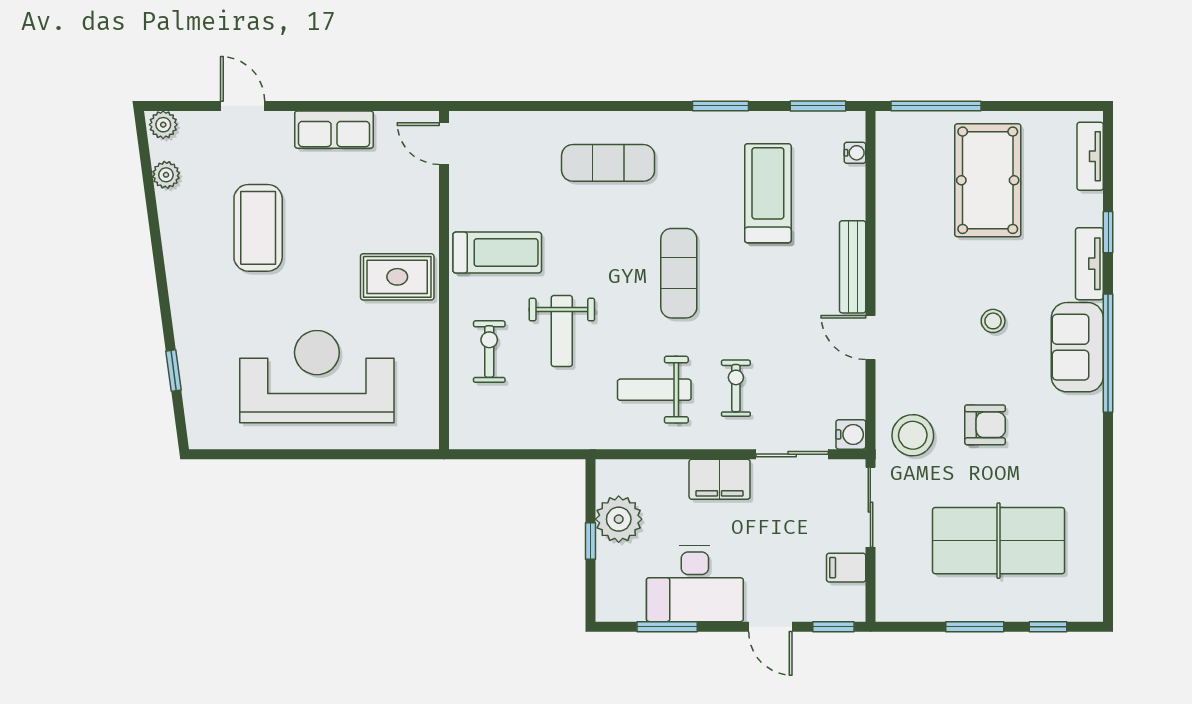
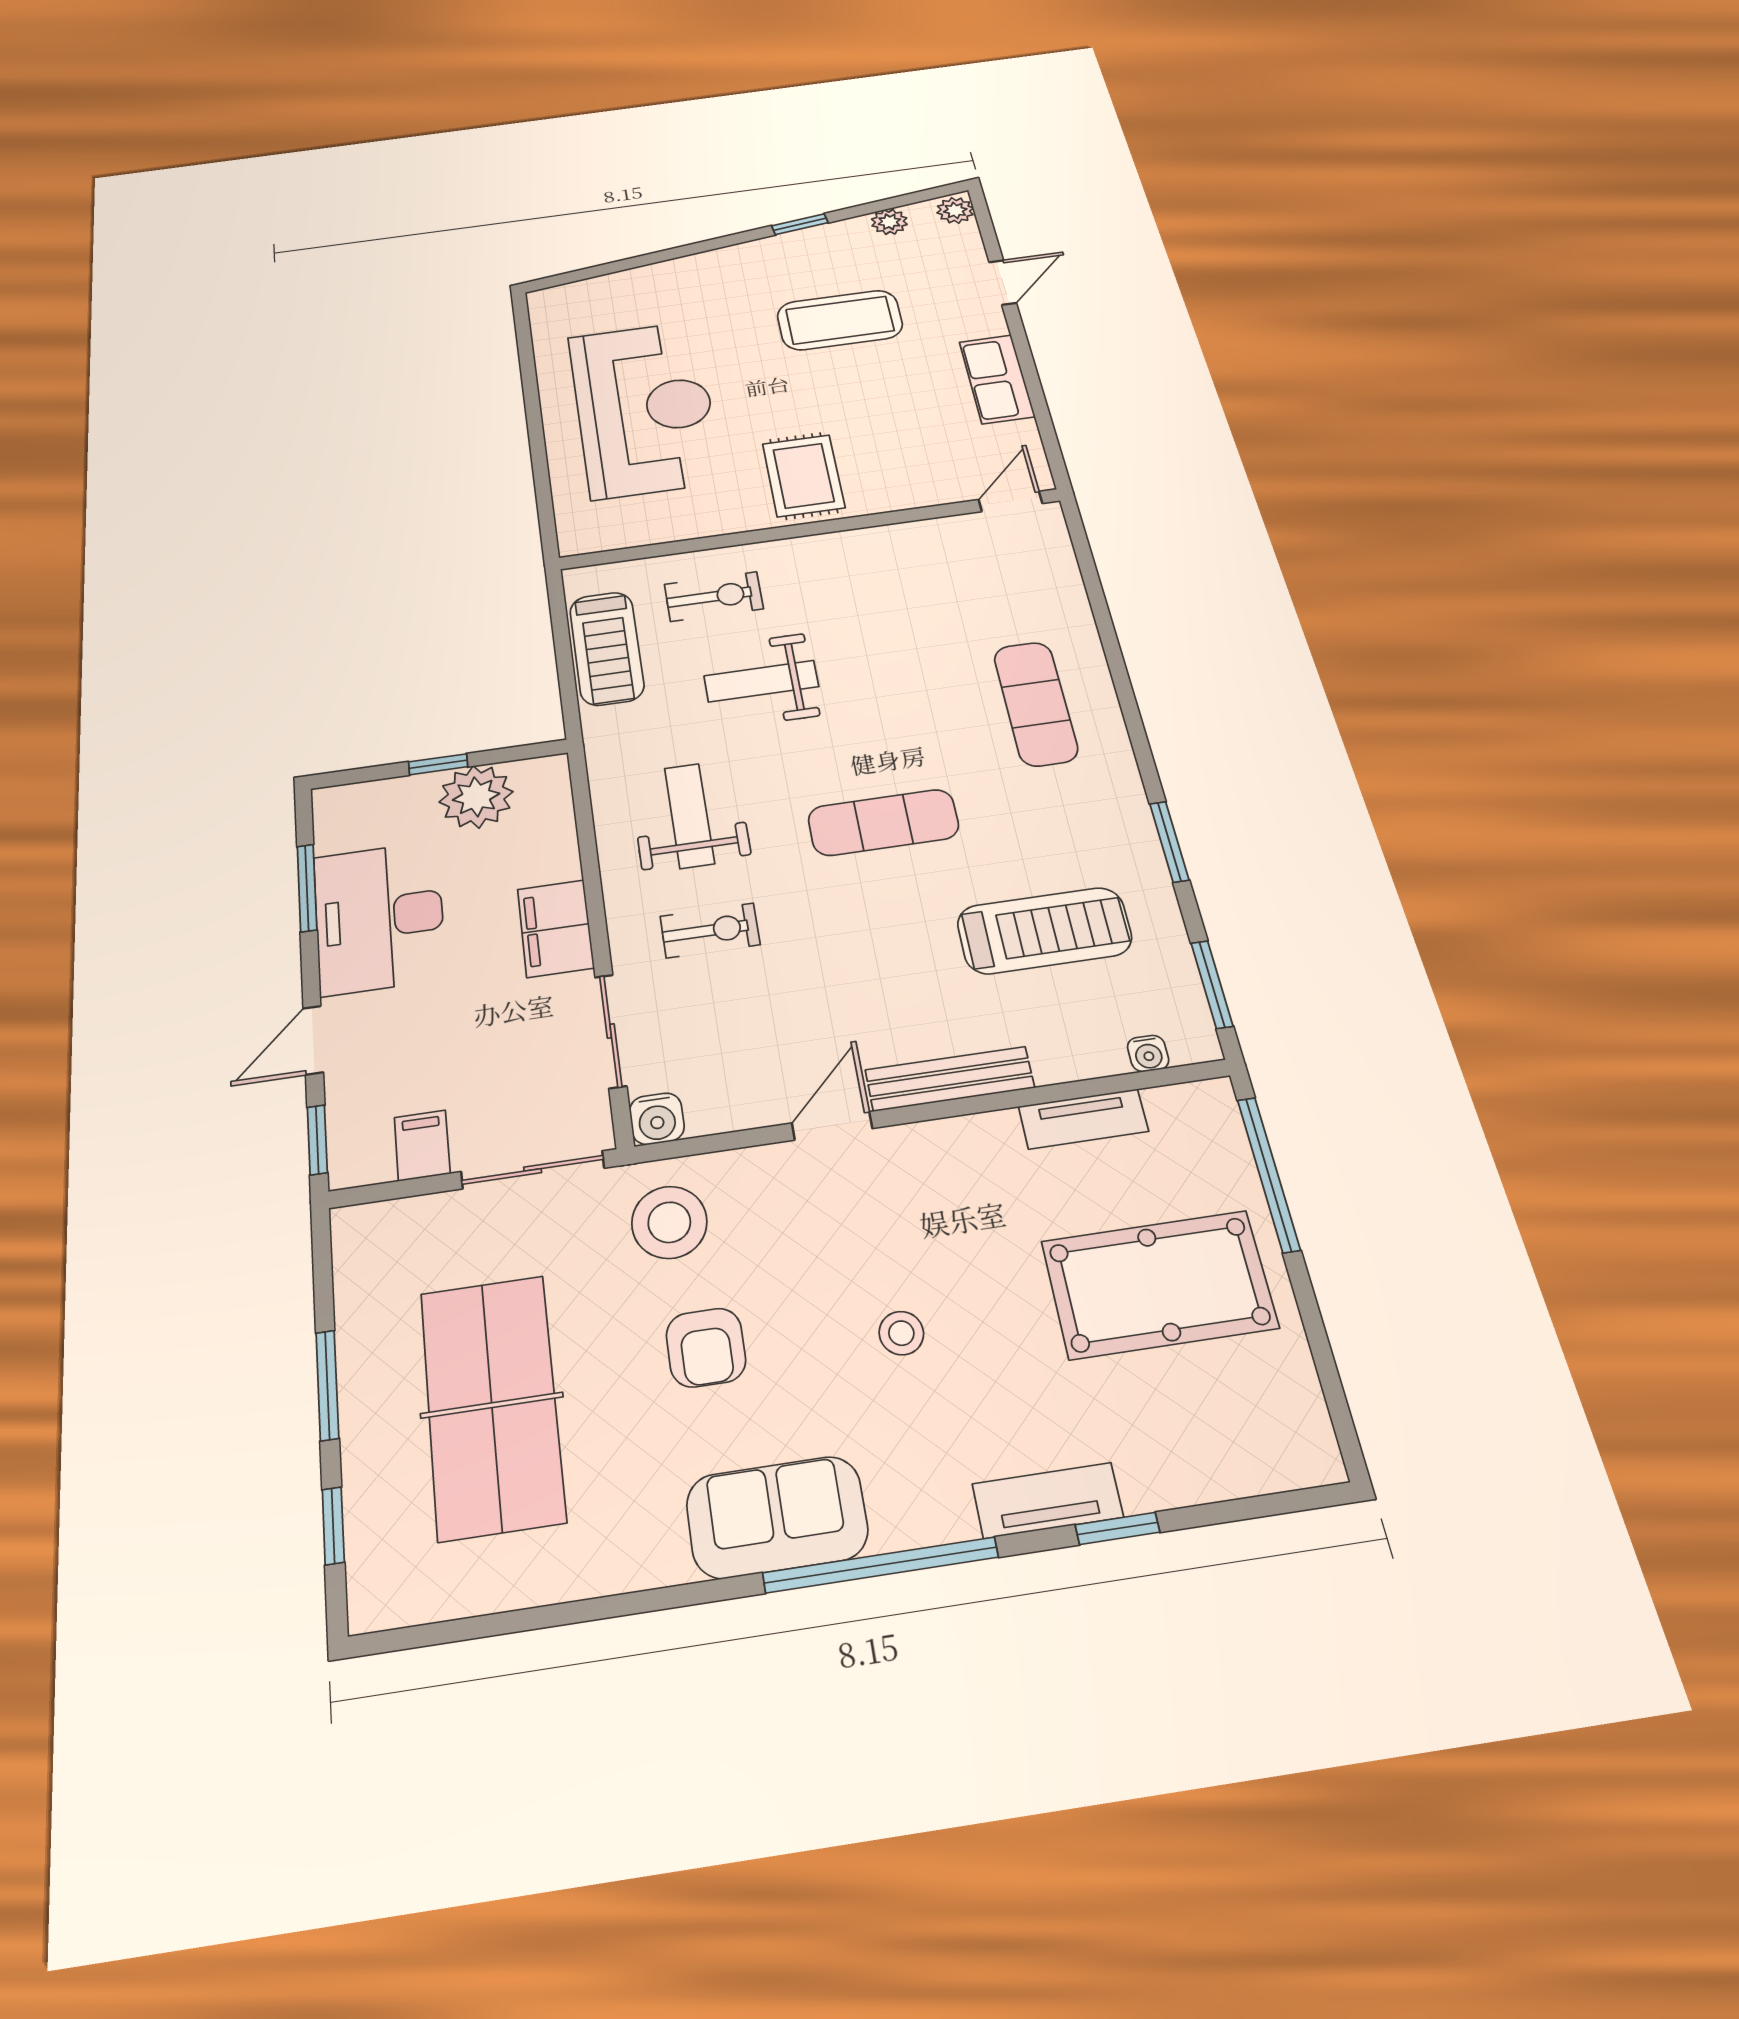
tv unit: (1090, 156) -> (1083, 1119), moved, turned 180
treadmill: (497, 253) -> (607, 648), moved
sofa: (1077, 347) -> (777, 1517), moved
window: (173, 371) -> (800, 224), moved

